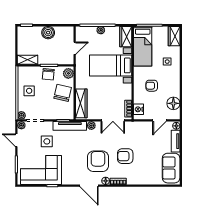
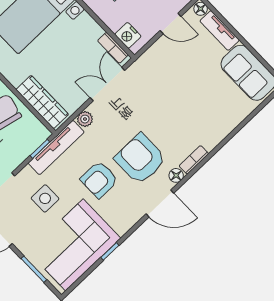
double door: (113, 120) -> (107, 84), swing flipped
door: (159, 120) -> (171, 23), hinge flipped
armchair: (125, 156) -> (99, 180), moved

